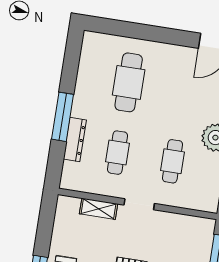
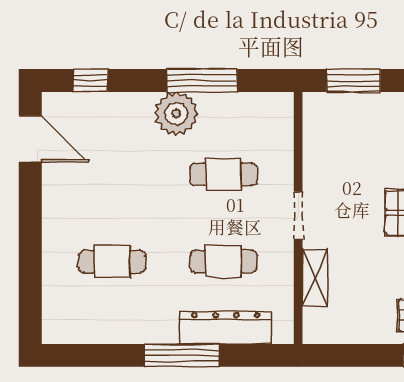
cafe table: (129, 82) -> (112, 262), width x0.73, depth x0.74
dresser: (75, 140) -> (226, 328), width x1.37, depth x1.24

